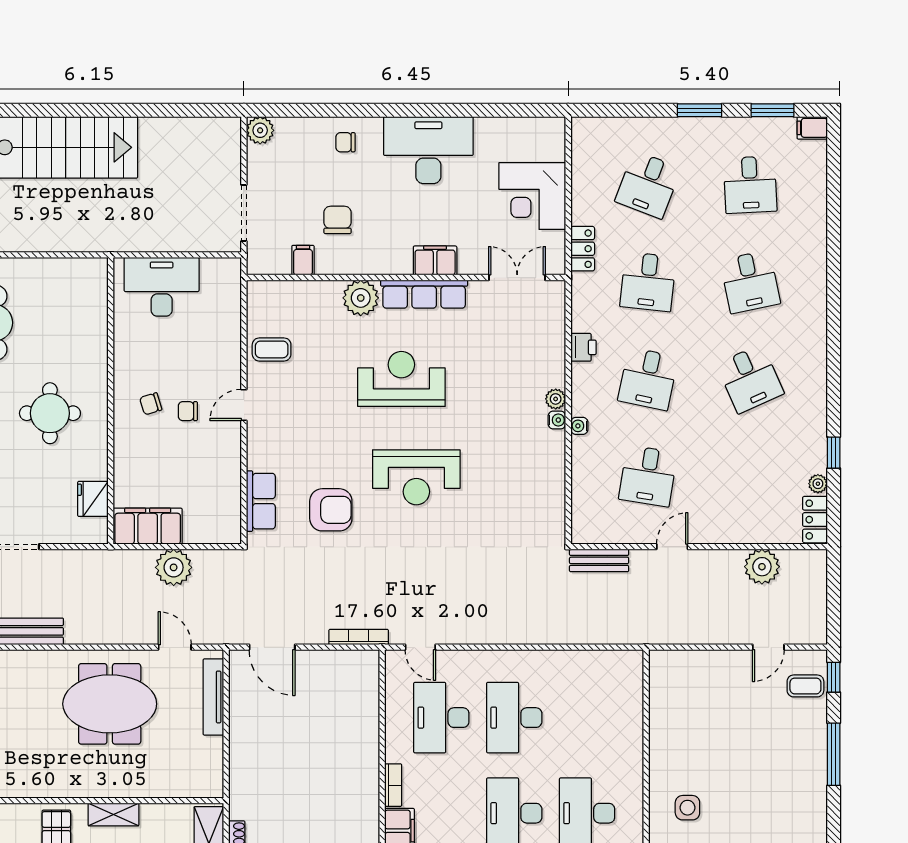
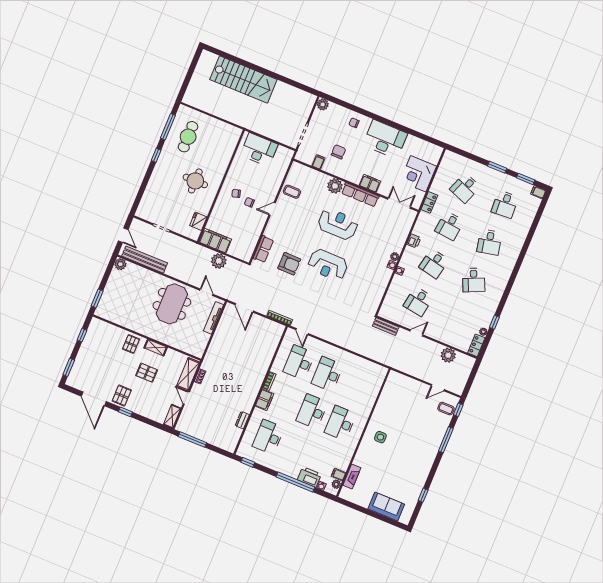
meeting table: (110, 704) -> (172, 304), turned 90

